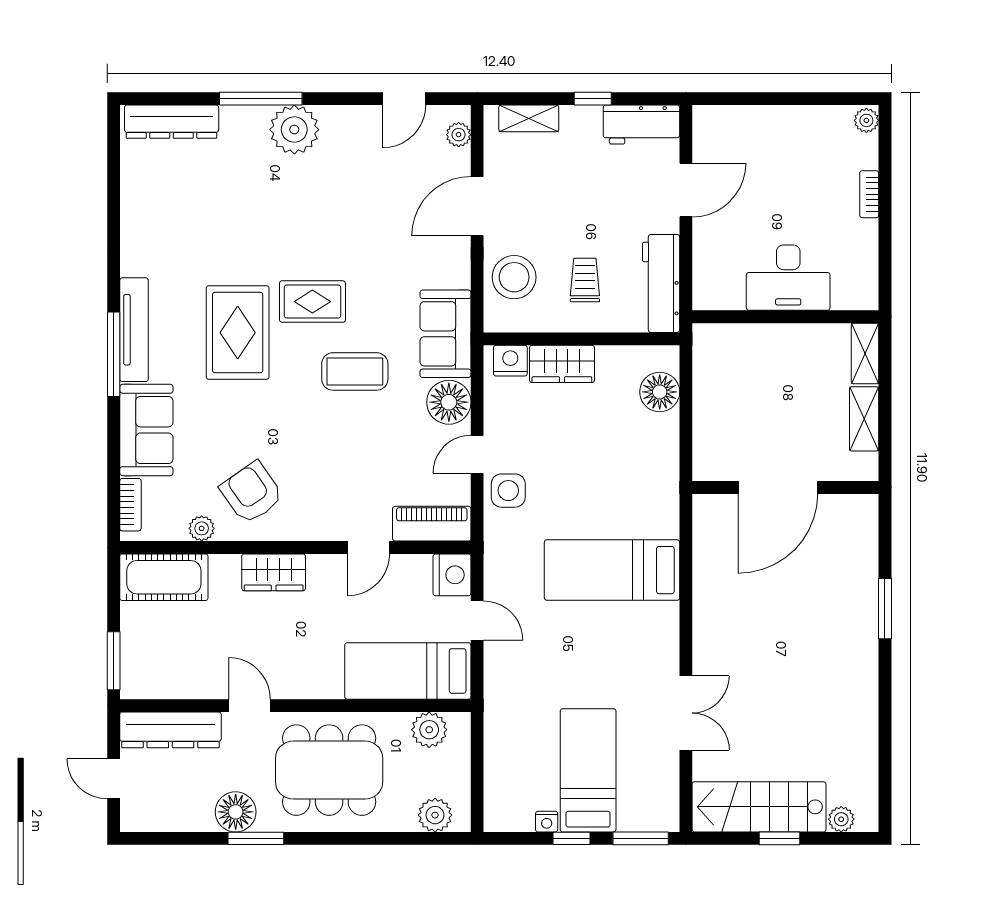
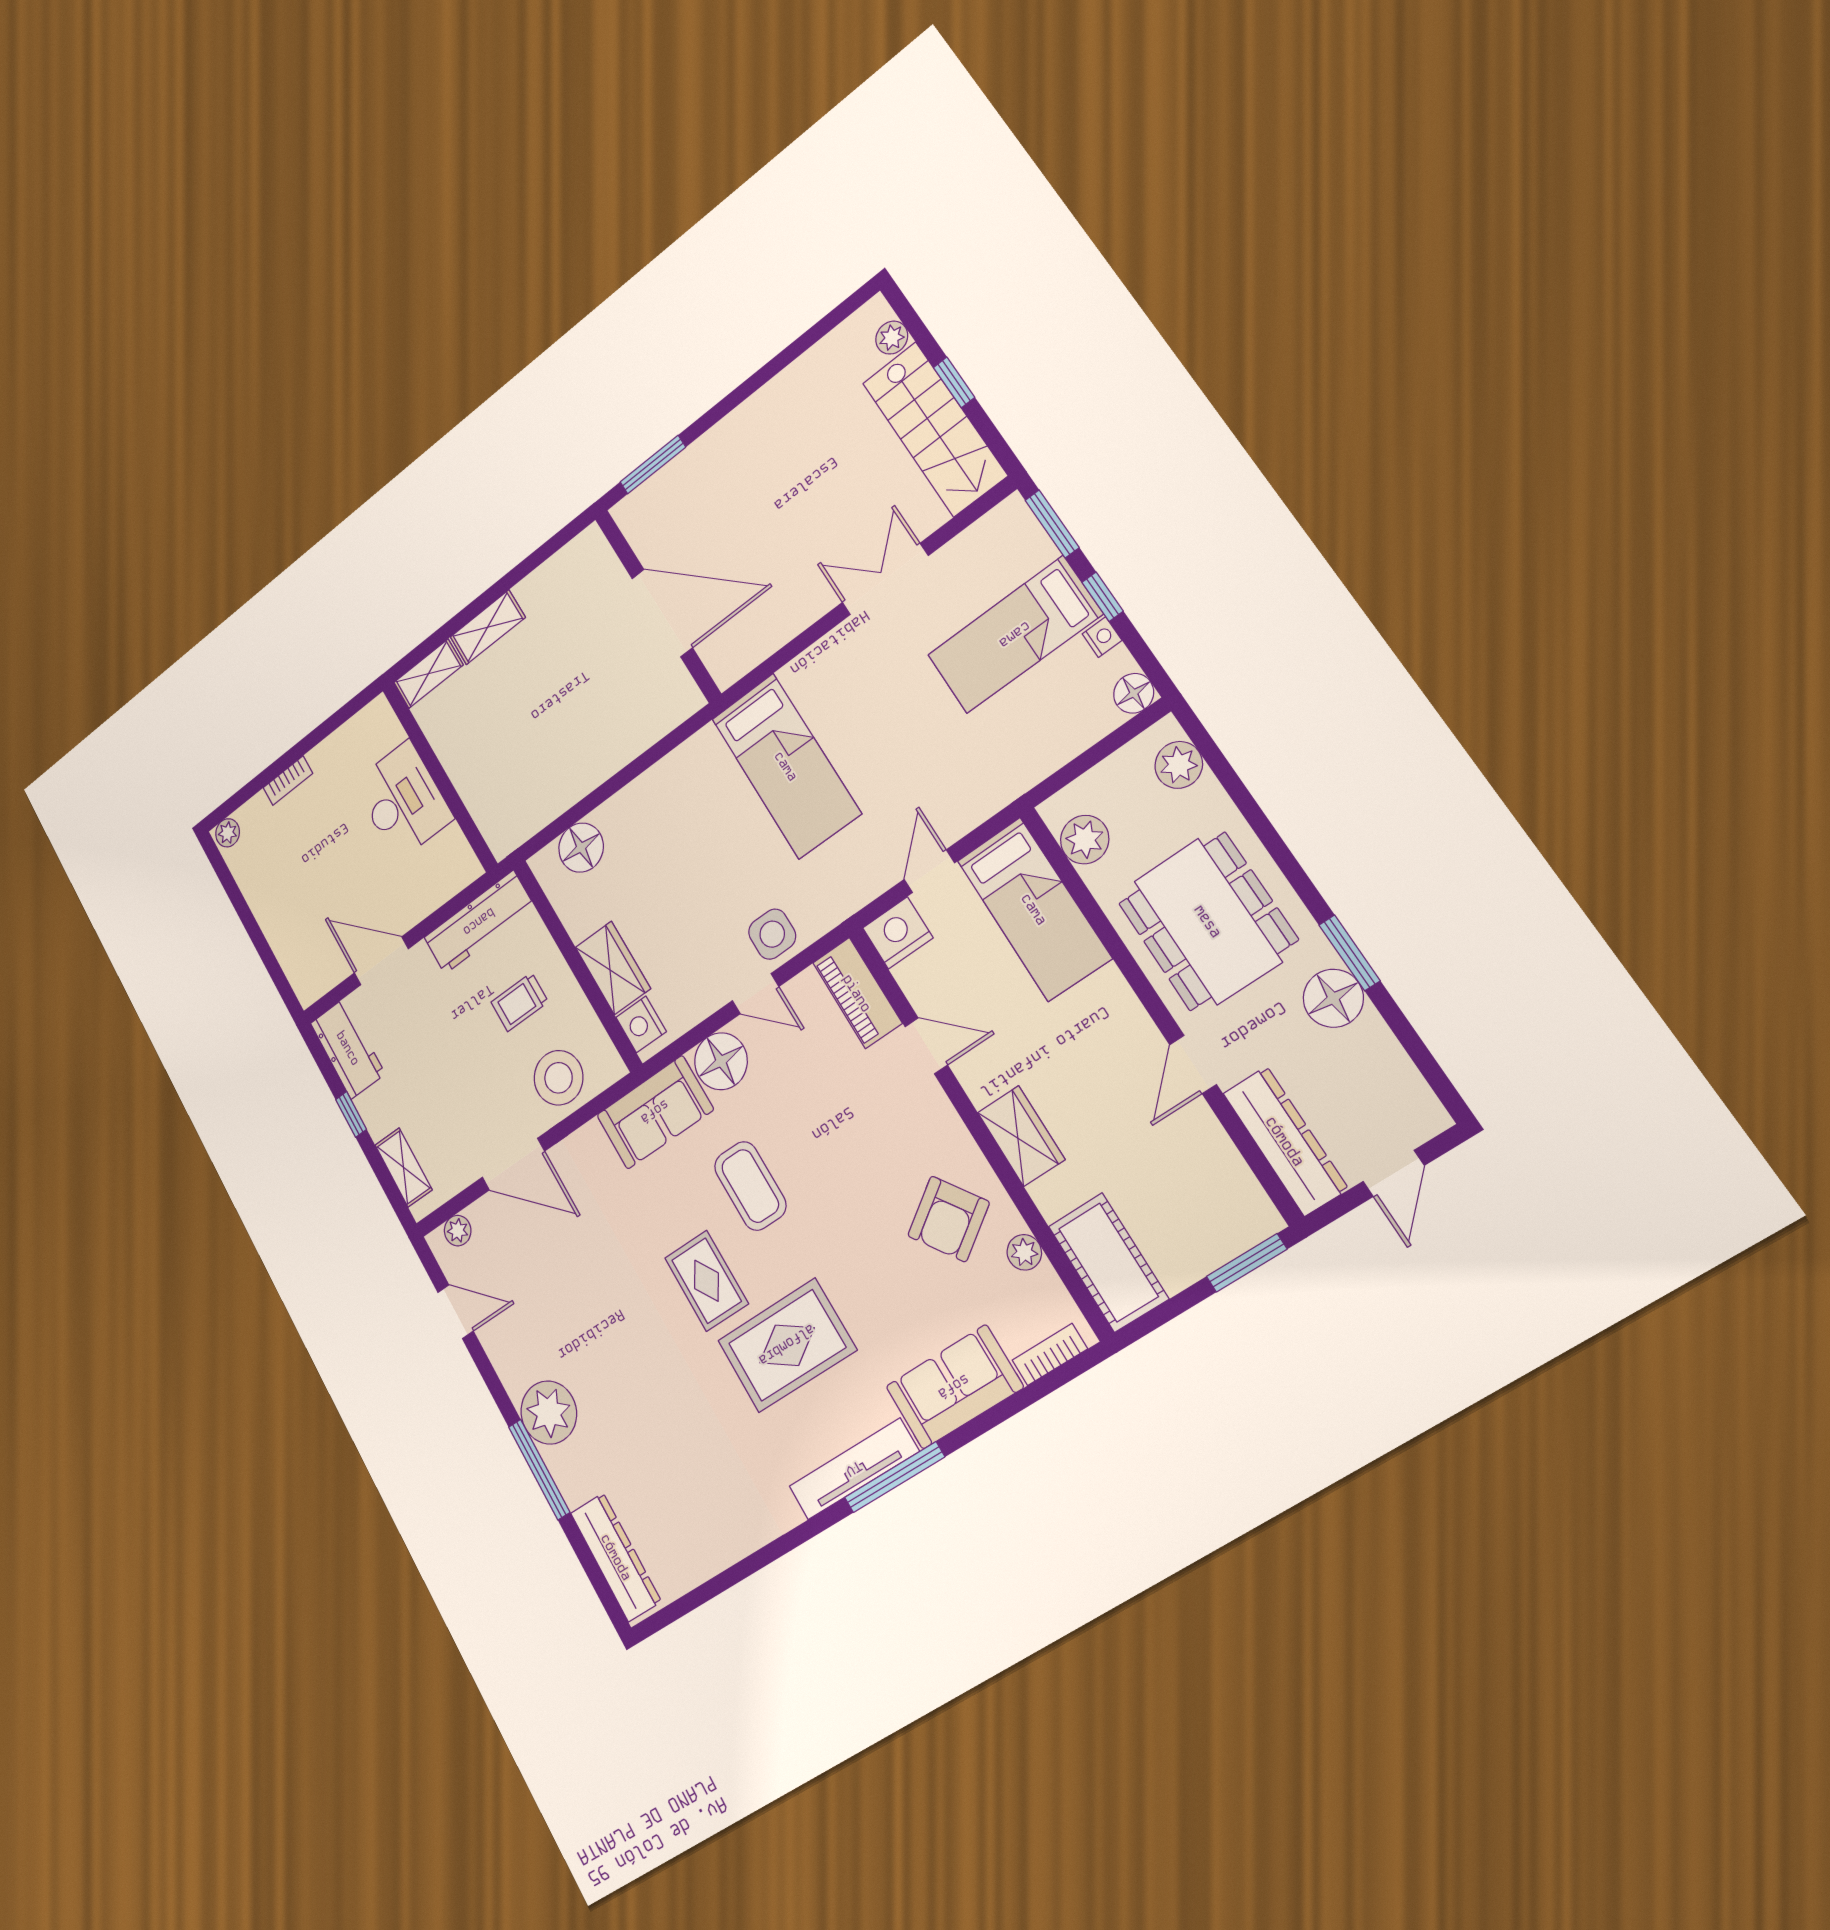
door: (778, 487) -> (662, 613), moved
wall: (785, 487) -> (657, 605), moved
floor lamp: (498, 818) -> (1134, 693), added

